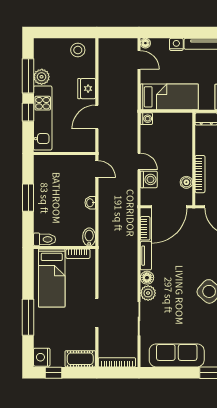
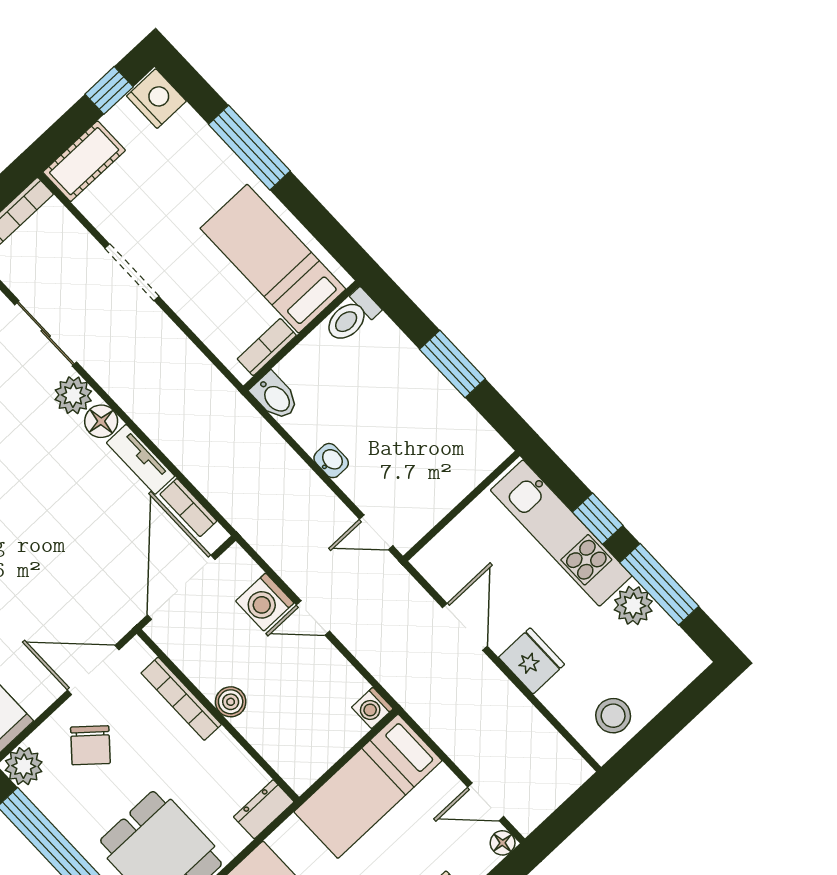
boiler: (186, 182) -> (231, 702), moved

